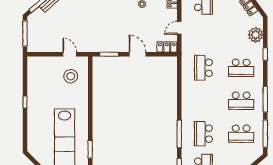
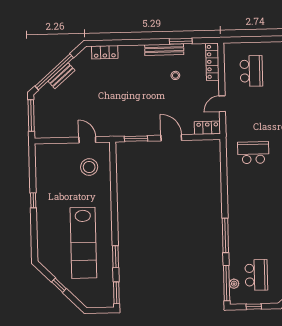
school desk: (203, 68) -> (253, 153), turned 90
school desk: (203, 134) -> (255, 234), removed

